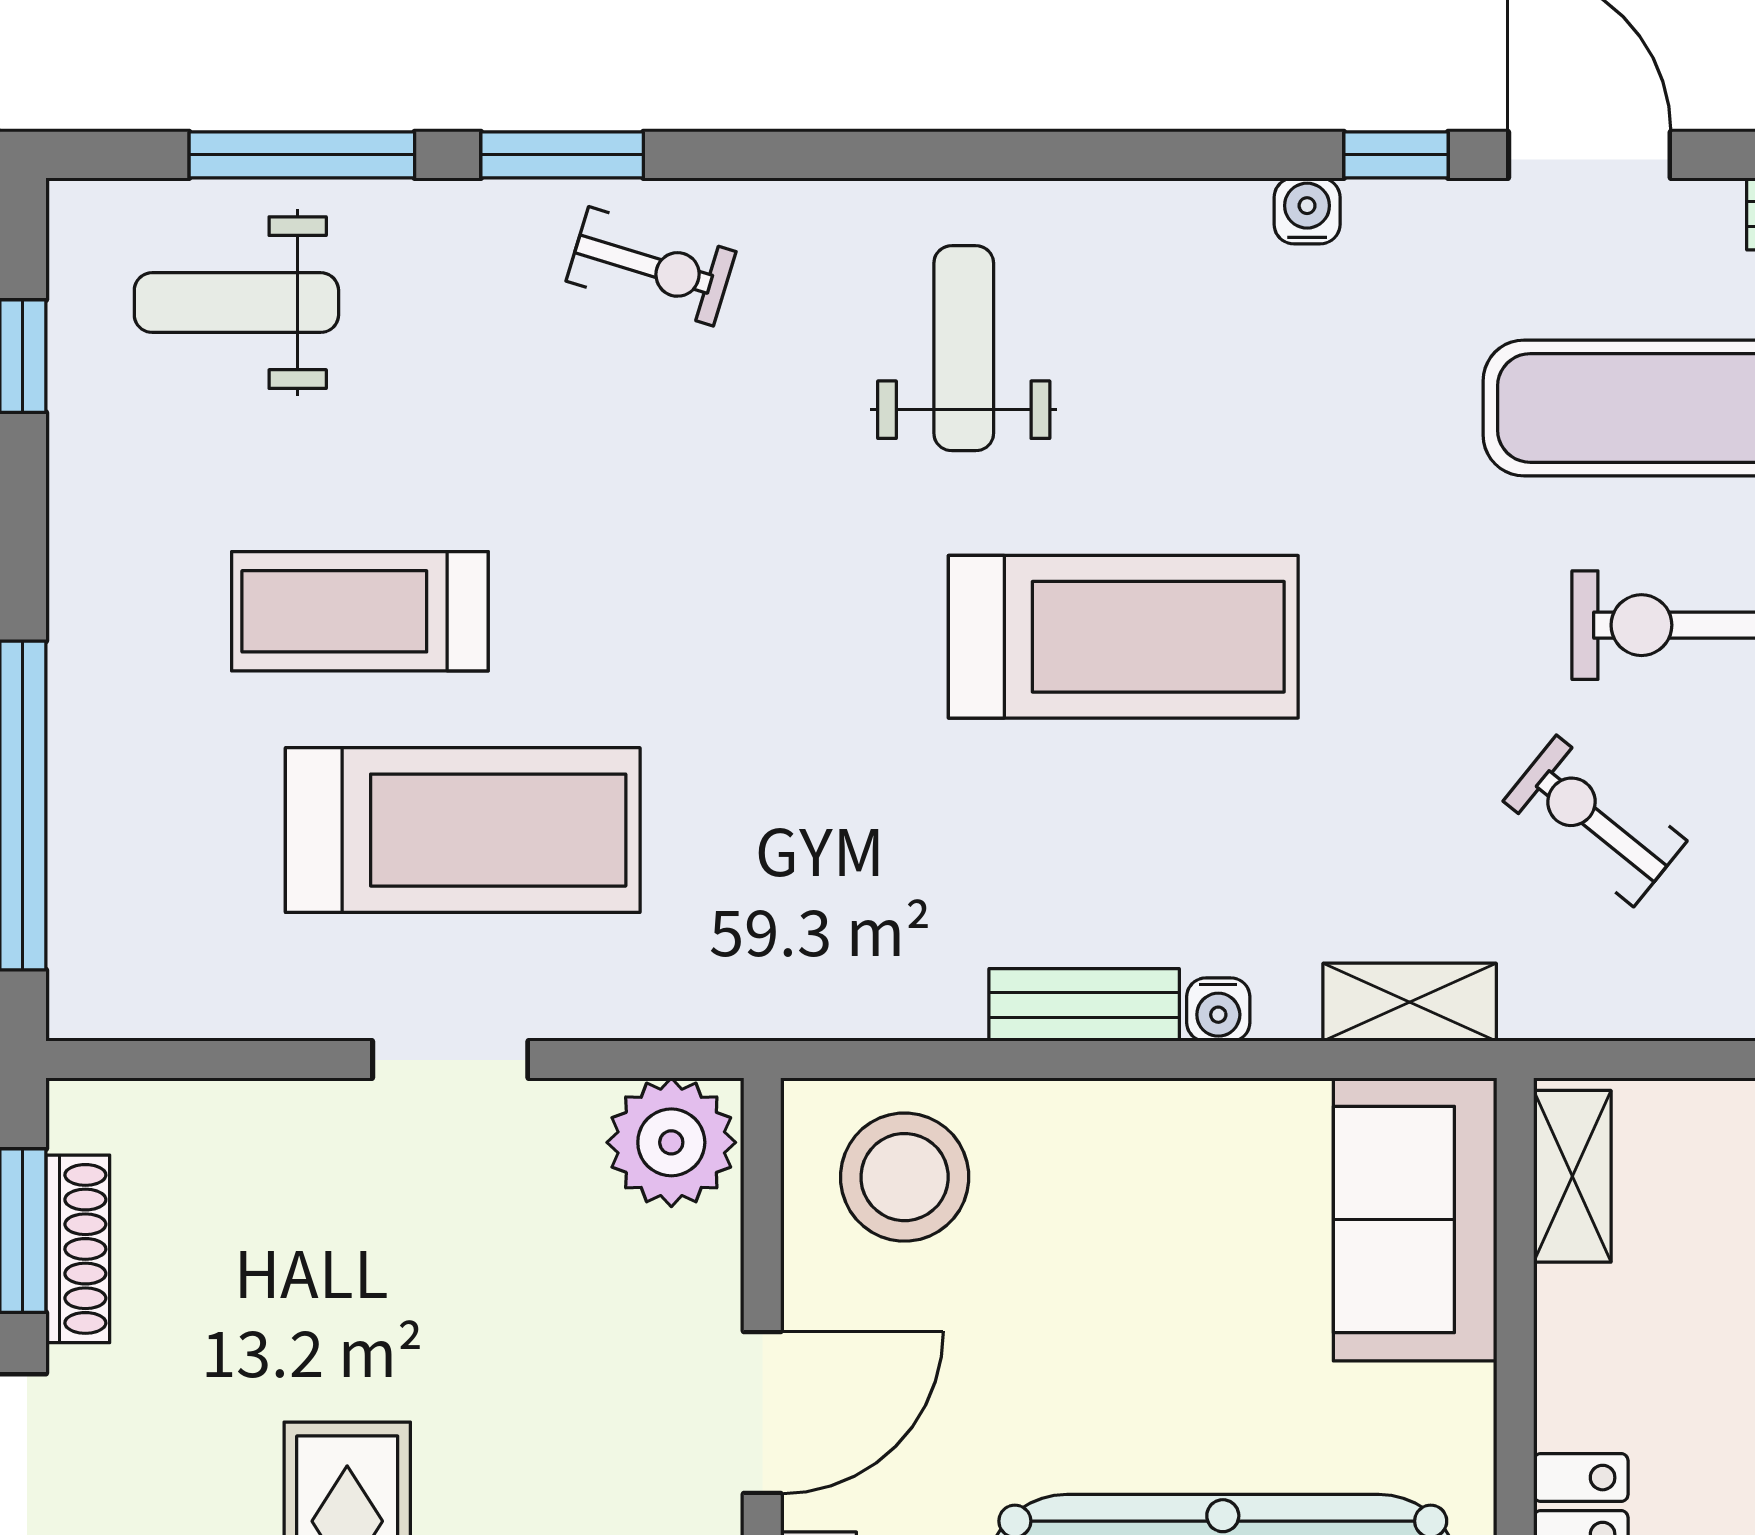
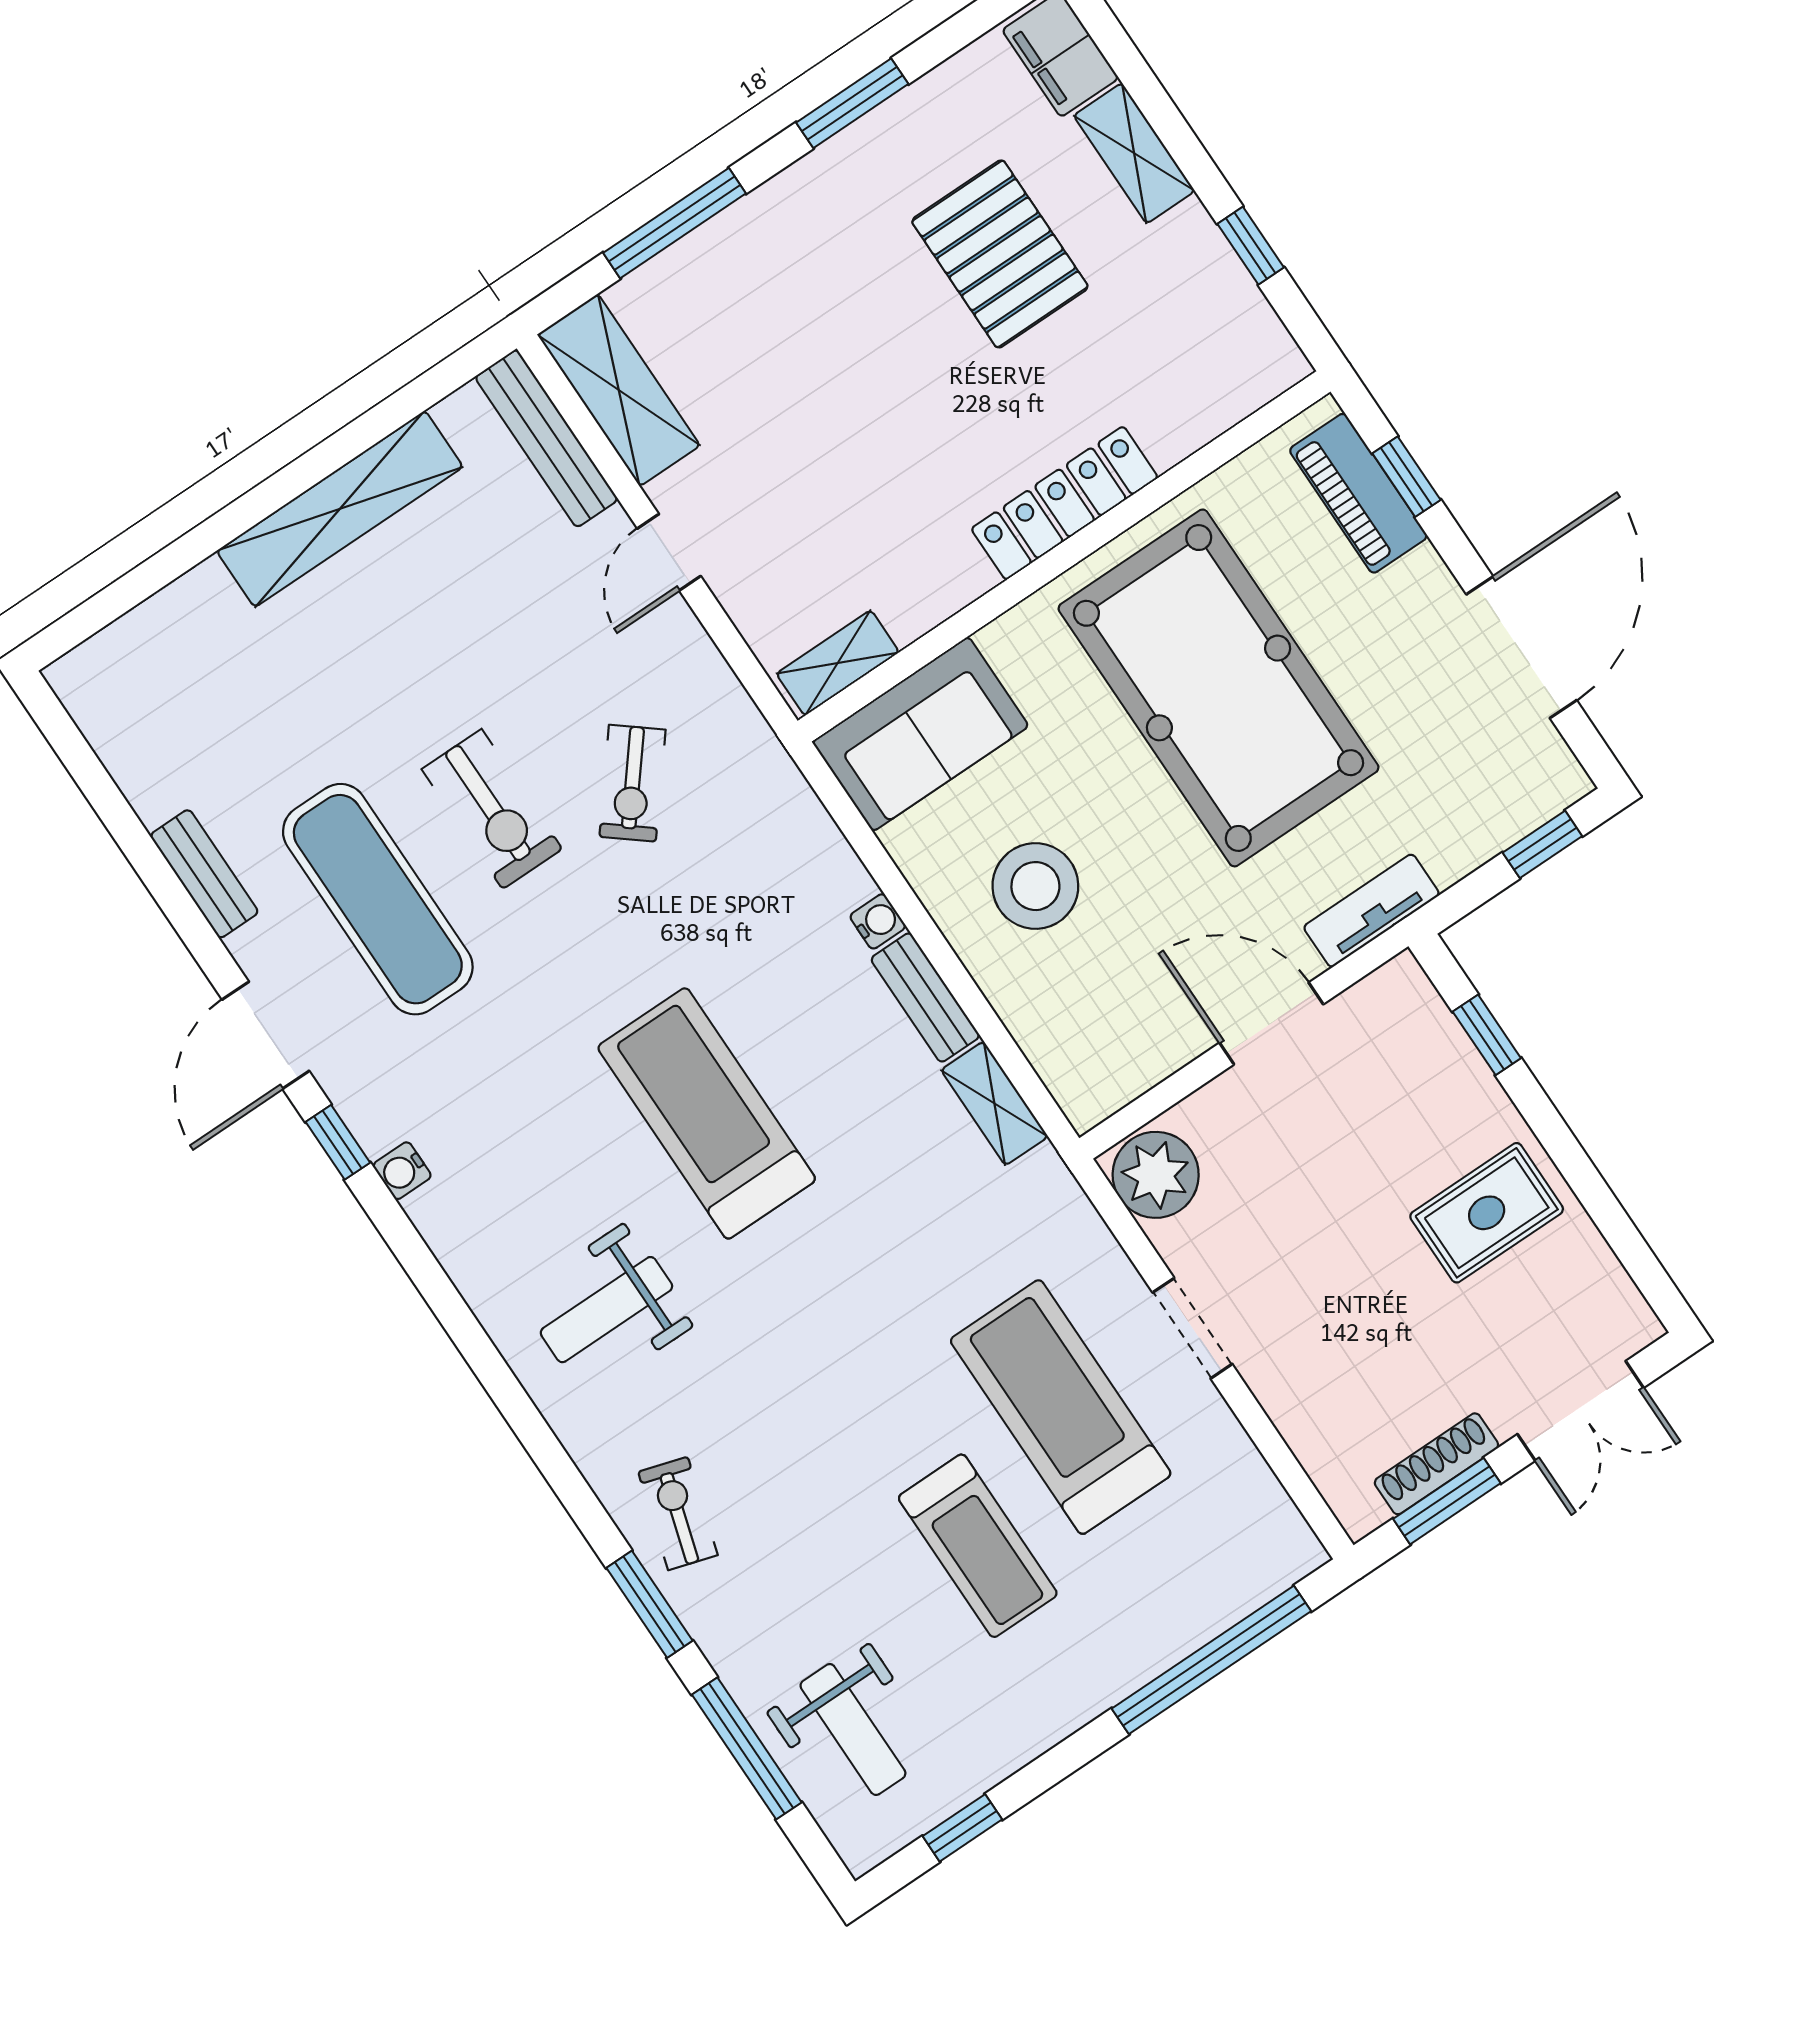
shelving: (1410, 1002) -> (994, 1103), moved
stool: (905, 1177) -> (1035, 886), moved

